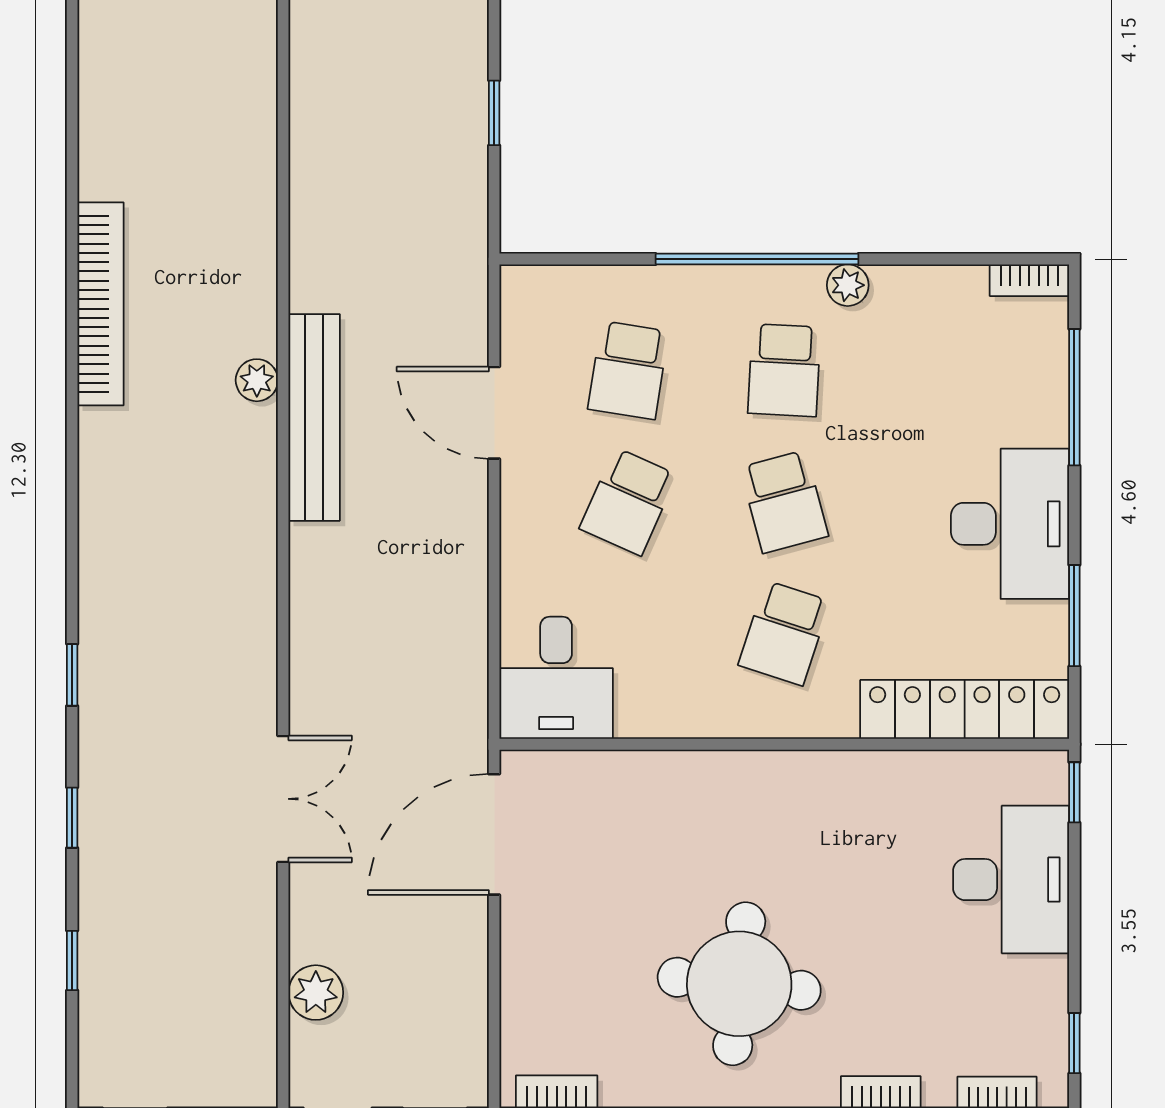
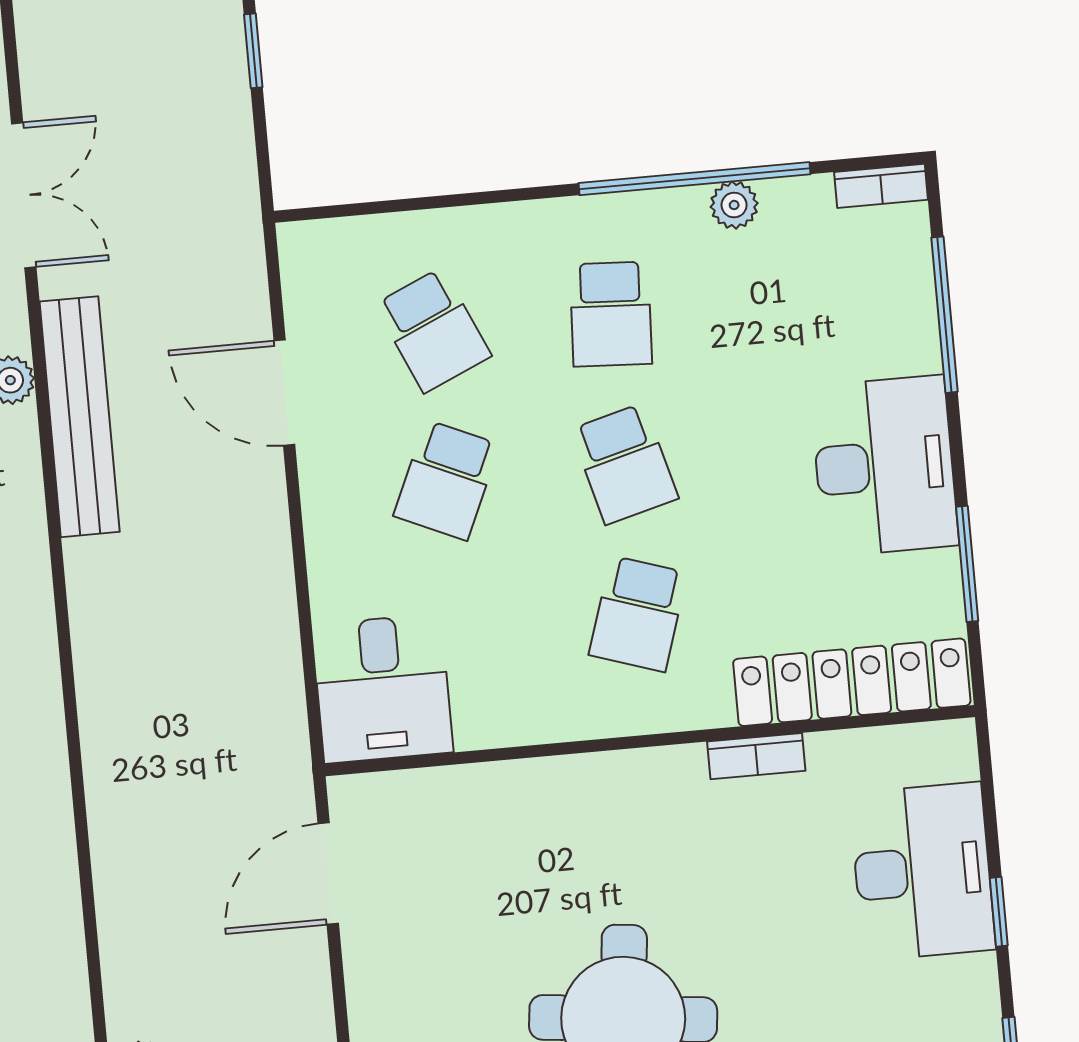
window: (757, 259) -> (694, 179), moved
plant: (848, 285) -> (734, 205), moved
school desk: (628, 370) -> (433, 330), turned -33
bookcase: (876, 766) -> (756, 756), added
window: (1074, 792) -> (999, 912), moved
double door: (283, 799) -> (24, 195), moved
door: (494, 834) -> (328, 874), width x0.73

